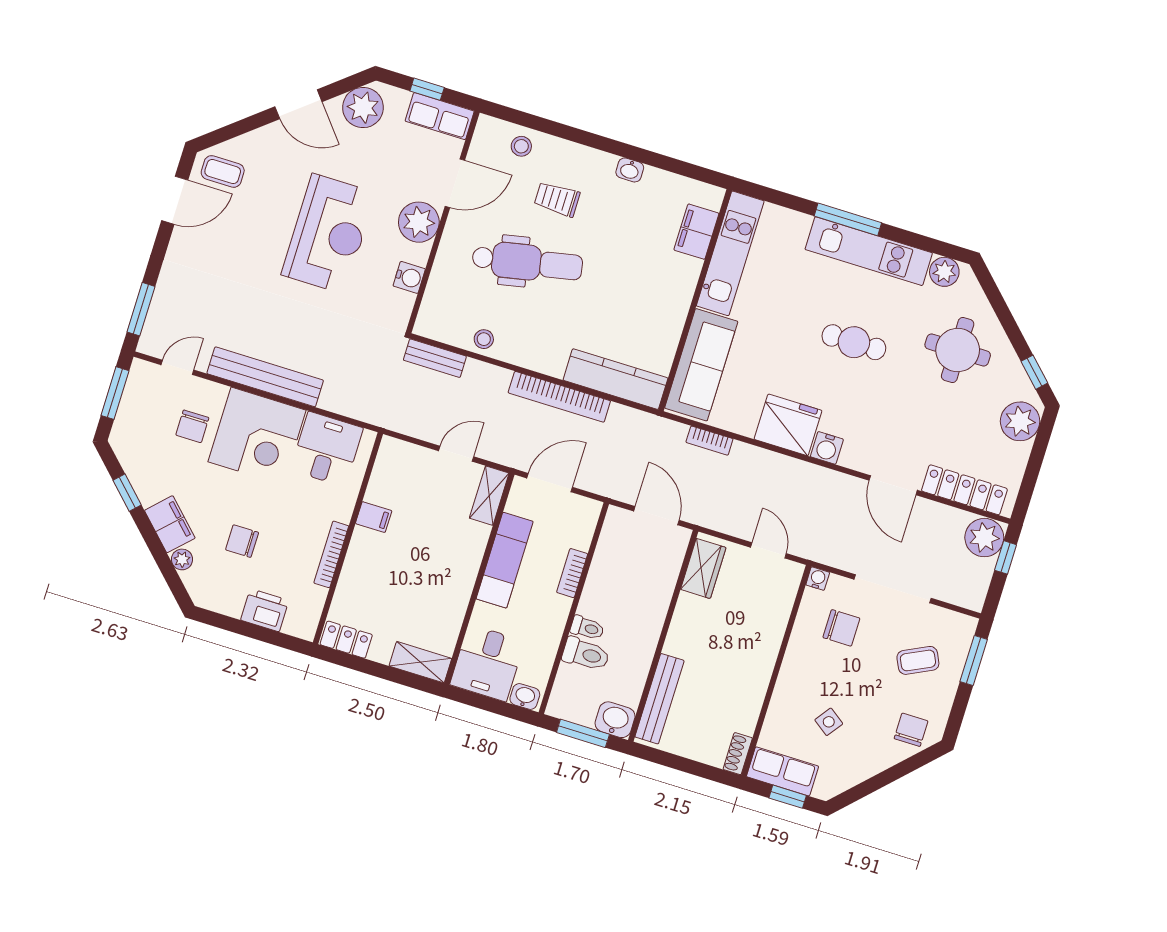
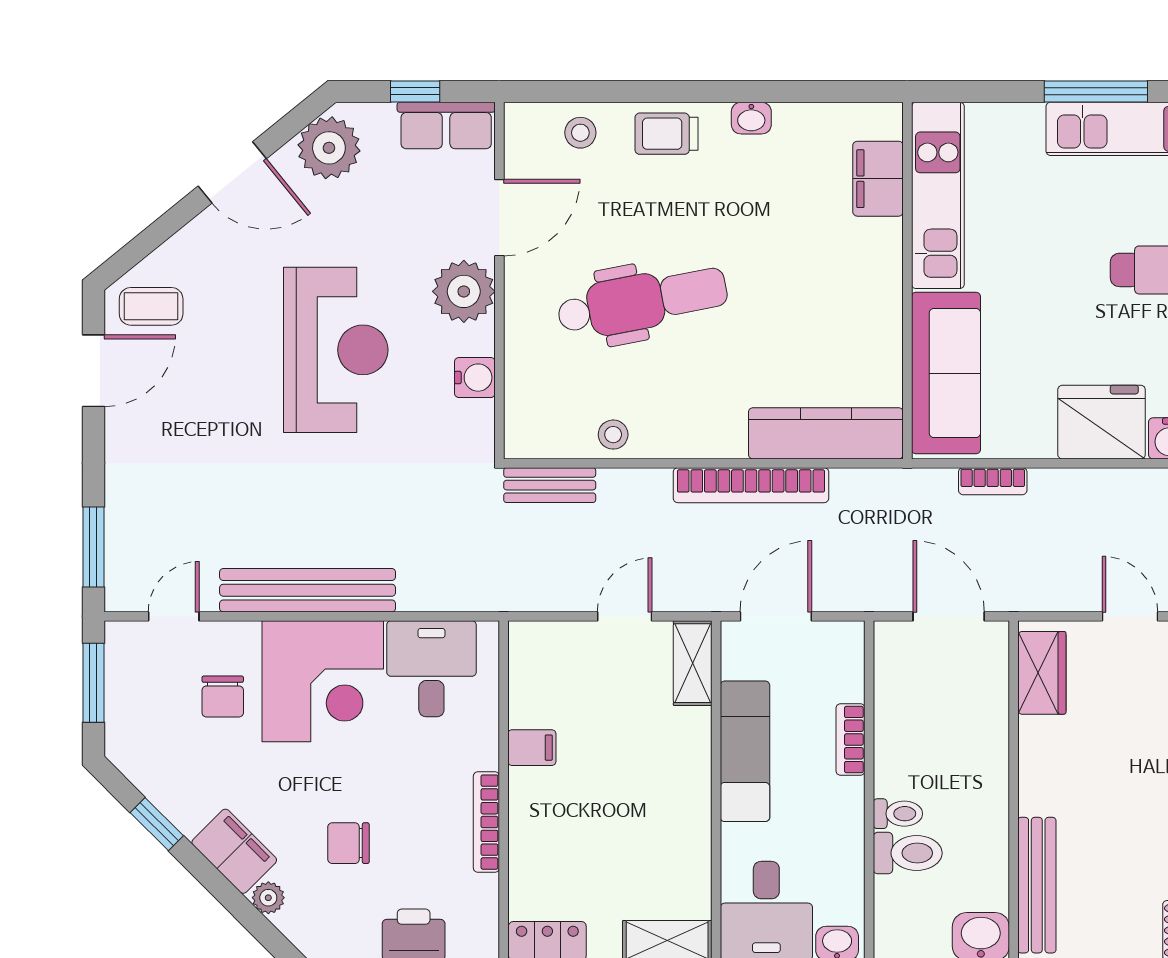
trolley: (557, 199) -> (667, 134), moved

